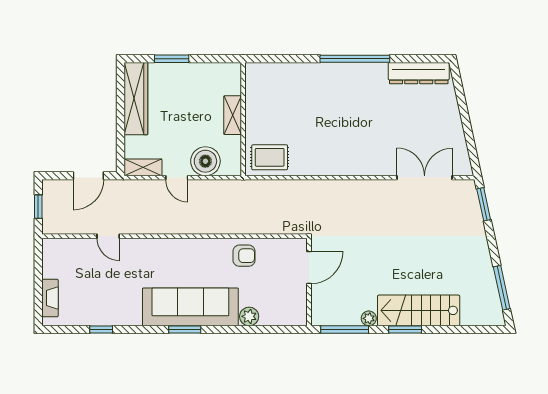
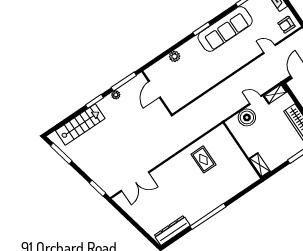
shelving: (233, 115) -> (260, 165), moved
rug: (270, 157) -> (203, 159), moved, turned 90
armchair: (244, 256) -> (286, 25), moved
door: (309, 268) -> (154, 89), moved
sofa: (190, 307) -> (225, 29), moved
stairs: (419, 310) -> (80, 125), moved

